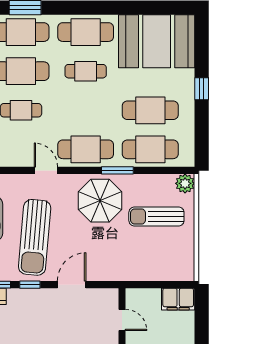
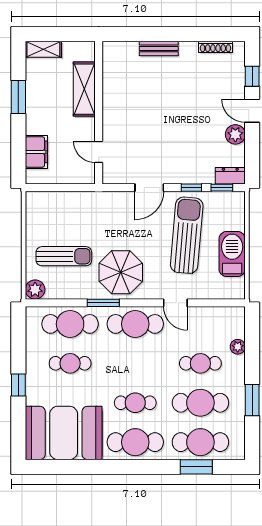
cafe table: (150, 110) -> (70, 363), width x0.73, depth x0.74
filing cabinet: (178, 299) -> (36, 152), moved, turned 90

